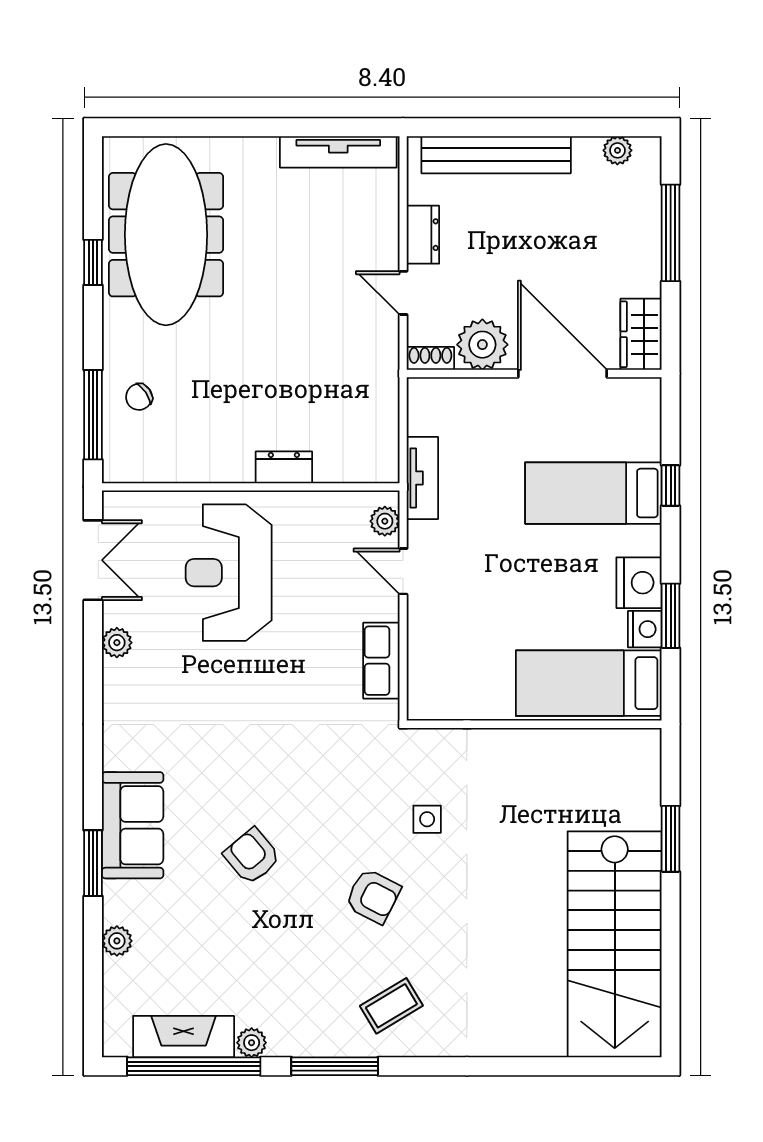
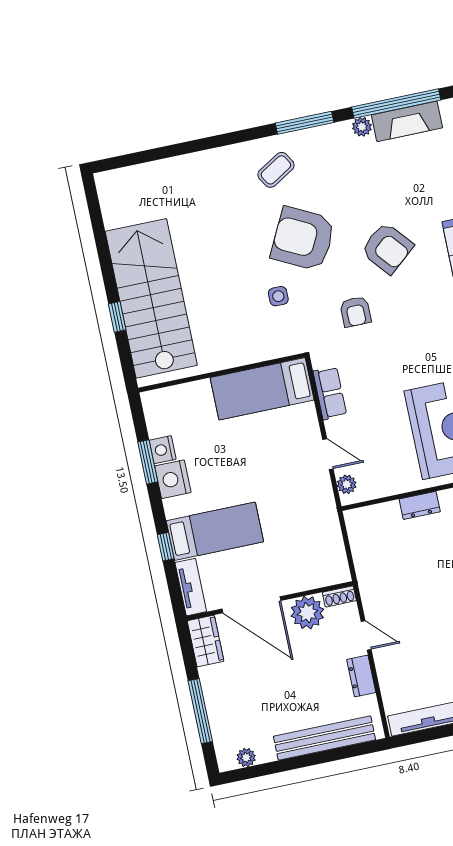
tv unit: (422, 478) -> (191, 587), moved, turned 180
bed: (589, 683) -> (262, 389), moved, turned 180
armchair: (318, 773) -> (355, 312), added
window: (671, 839) -> (117, 317), width x0.67
armchair: (252, 856) -> (387, 248), width x1.38, depth x1.38
armchair: (373, 896) -> (303, 239), width x1.88, depth x1.88
stairs: (615, 944) -> (151, 298), moved

